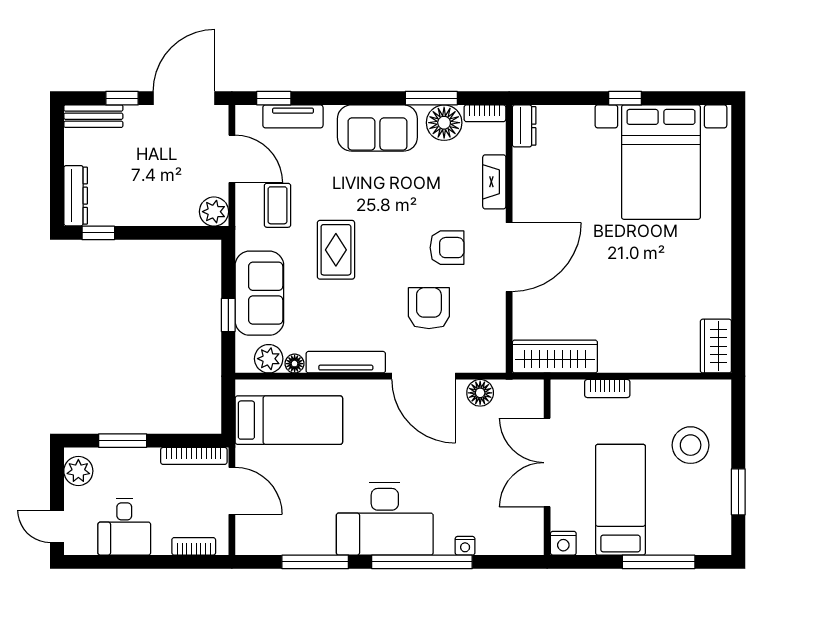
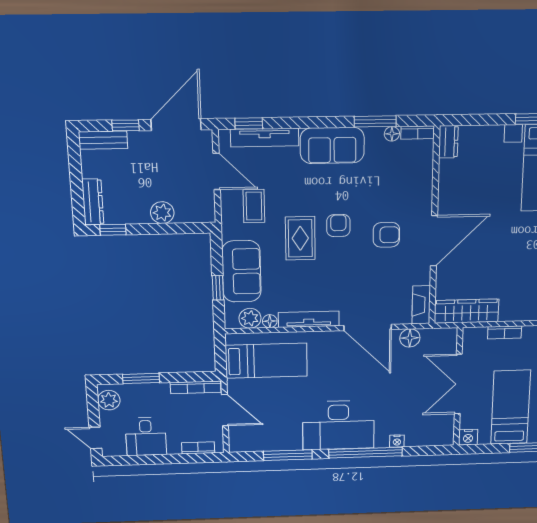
tv unit: (293, 116) -> (265, 138), width x1.41
floor lamp: (444, 123) -> (392, 134), width x0.53, depth x0.53
fireplace: (494, 182) -> (421, 305), moved
plant: (214, 212) -> (162, 213), moved
armchair: (429, 308) -> (338, 226), moved, width x0.72, depth x0.72

